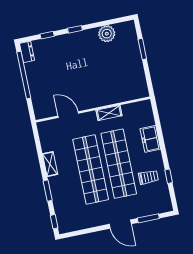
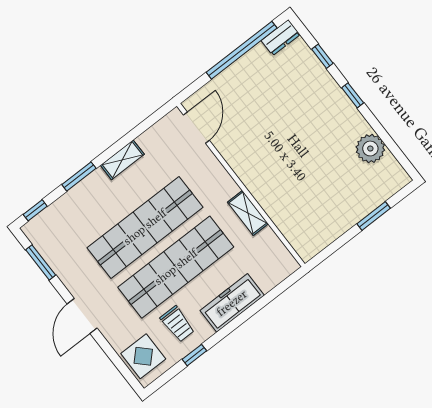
door: (68, 115) -> (196, 128), moved
freezer: (150, 139) -> (232, 303), width x1.40
display table: (156, 203) -> (143, 356), added
window: (148, 218) -> (41, 262), moved

